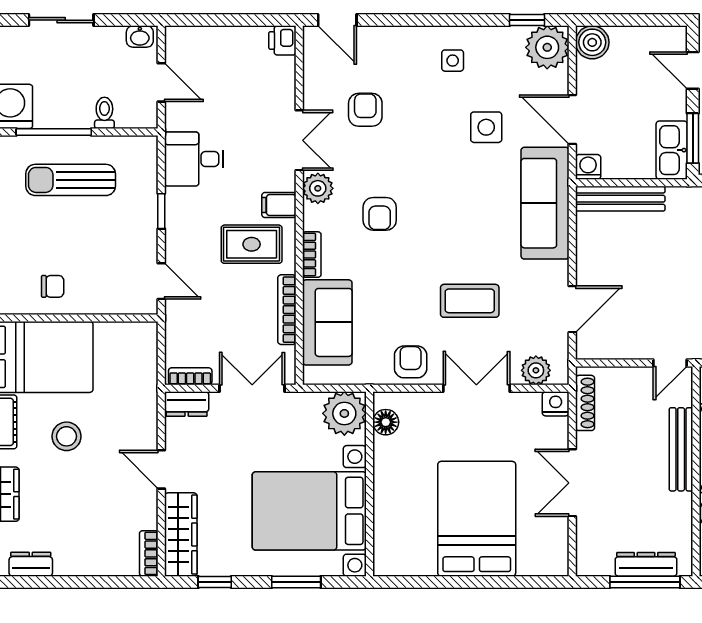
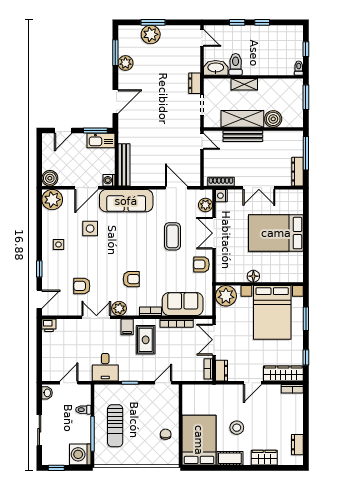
window: (527, 20) -> (39, 269), moved
floor lamp: (386, 422) -> (253, 276), moved
dresser: (646, 564) -> (297, 172), moved

